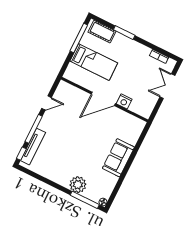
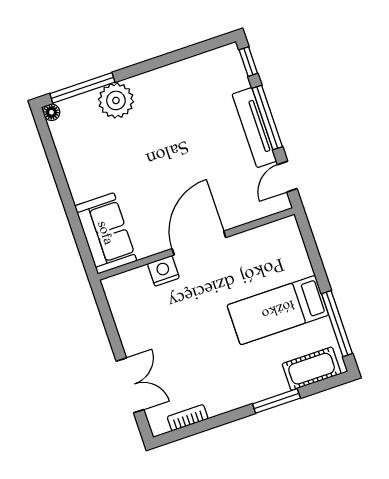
door: (103, 99) -> (199, 243), moved
wall: (104, 100) -> (196, 244), moved
nightstand: (124, 101) -> (163, 271), moved
tv unit: (33, 147) -> (254, 128), moved
sofa: (118, 158) -> (106, 233), moved

